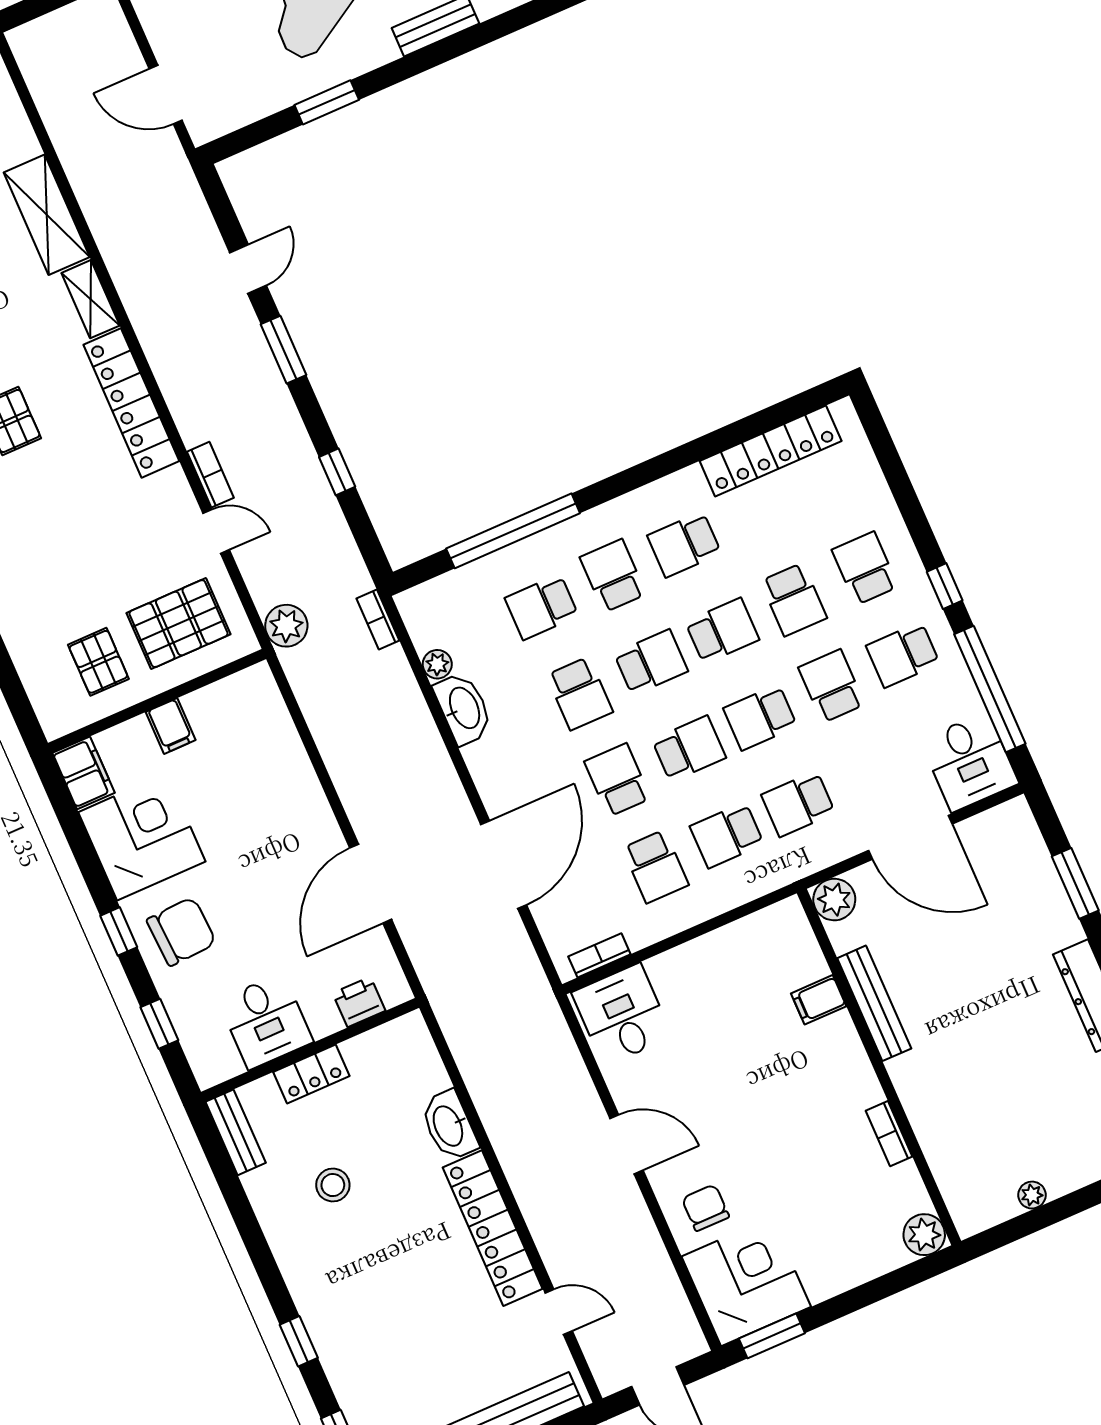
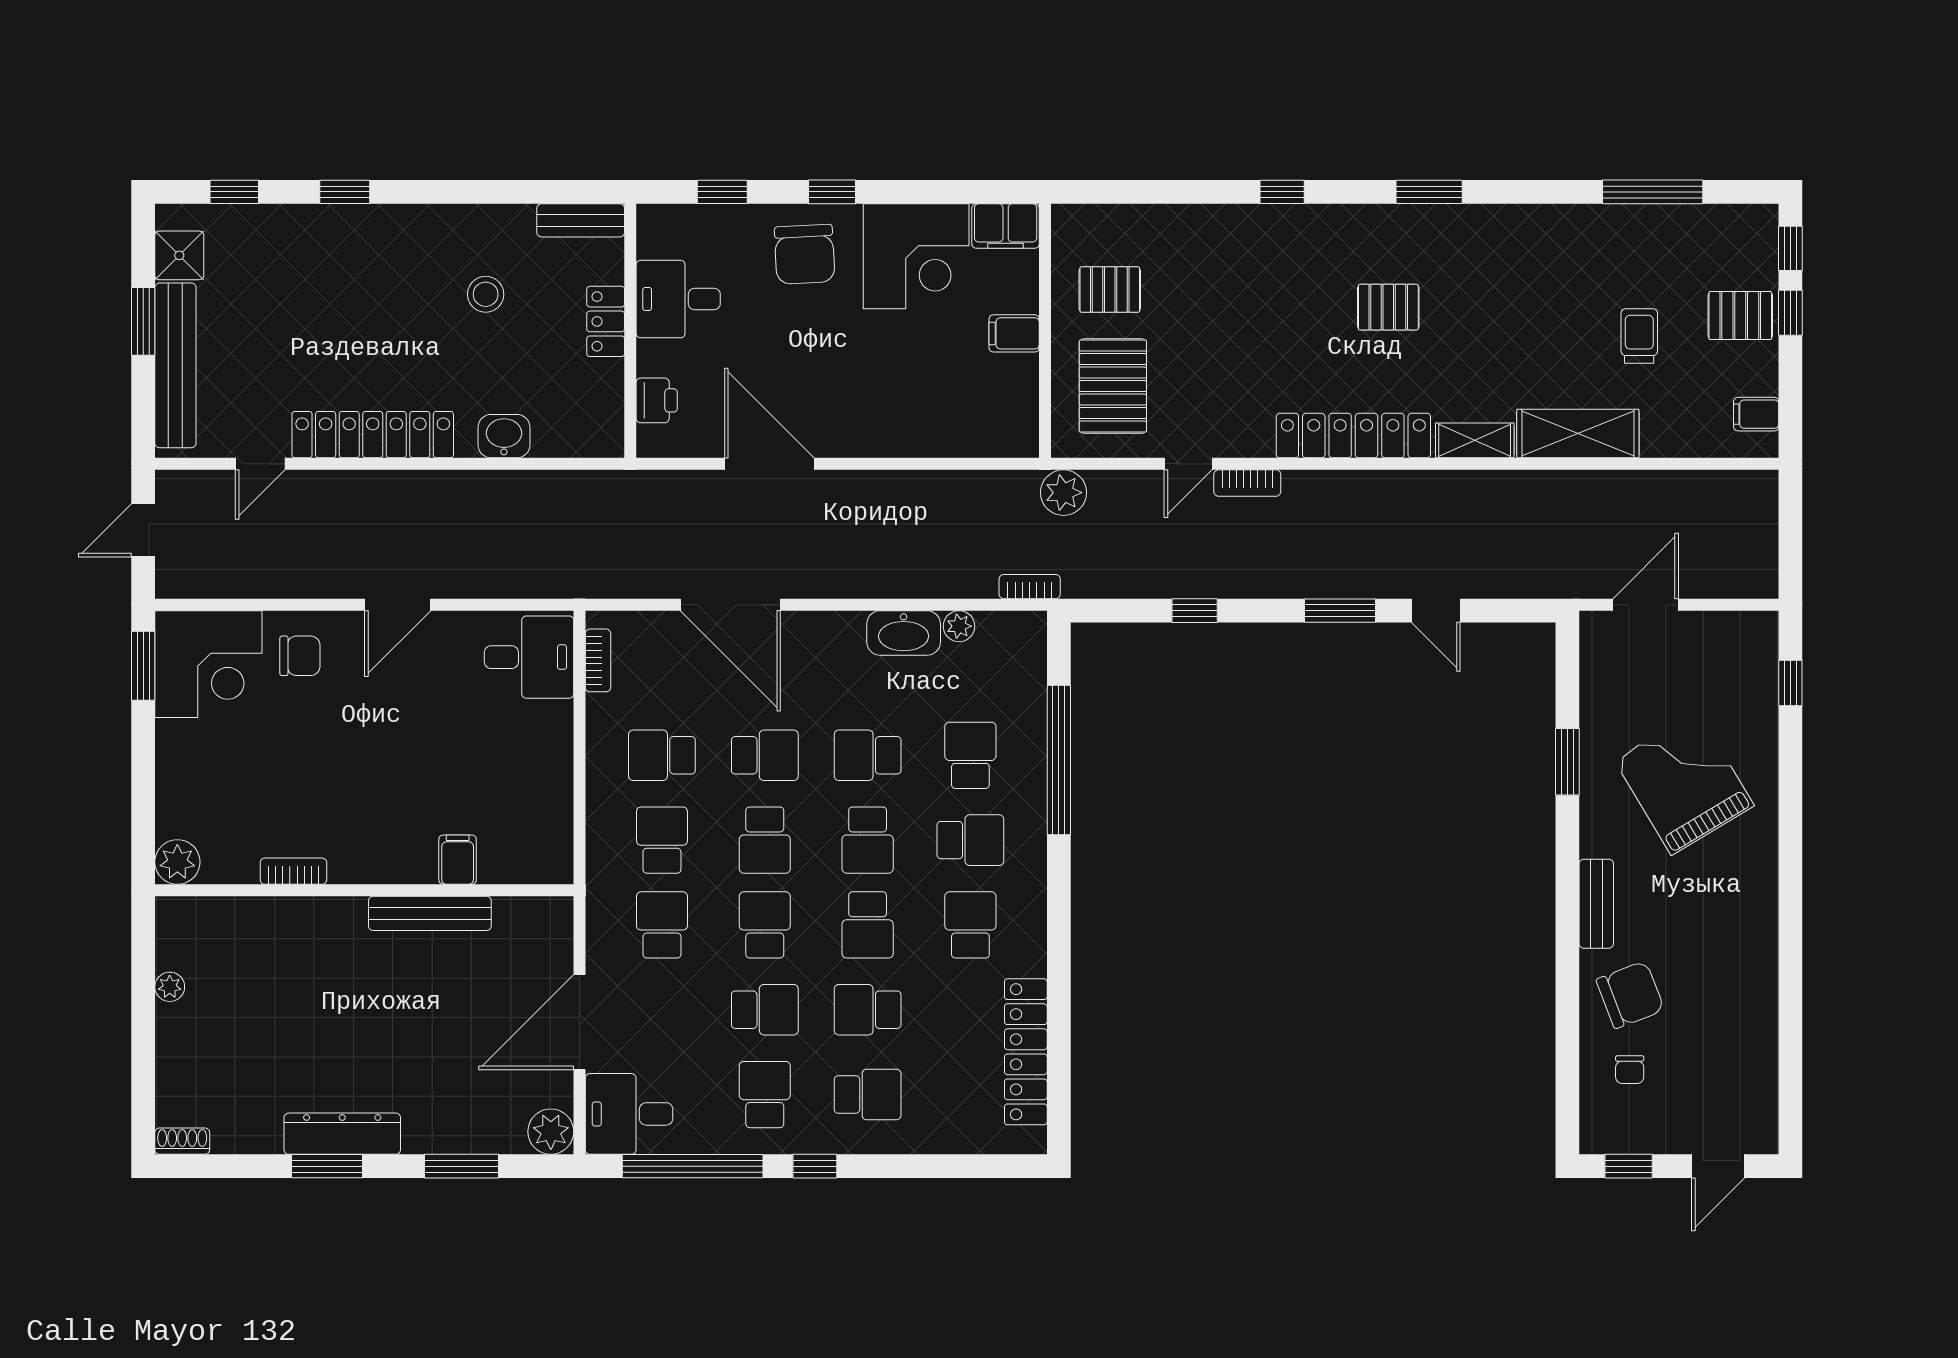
plant: (834, 900) -> (551, 1132), moved
washbasin: (449, 1126) -> (504, 436), width x0.72

